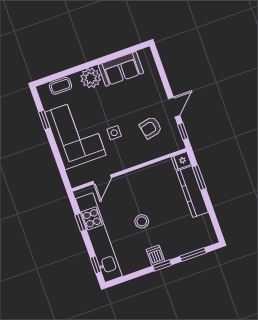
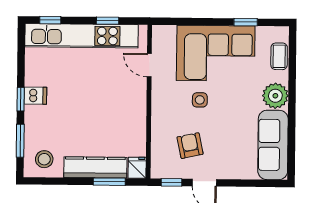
sofa: (121, 69) -> (273, 145), width x1.36
stool: (142, 221) -> (44, 159), moved

